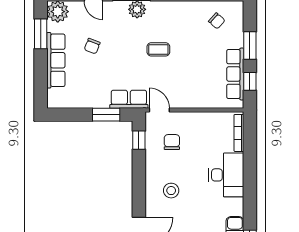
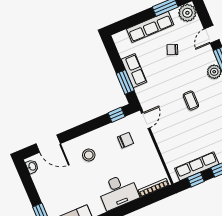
row of seats: (129, 99) -> (134, 71), moved

